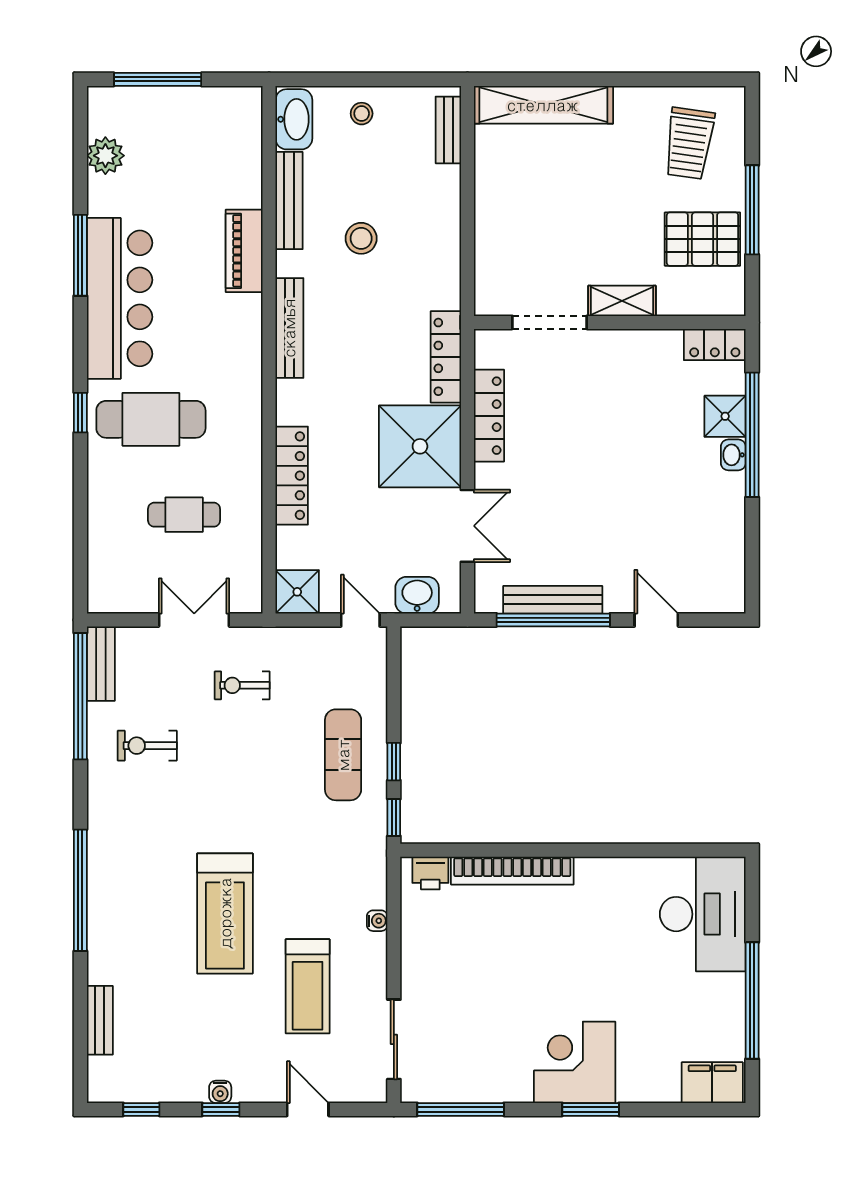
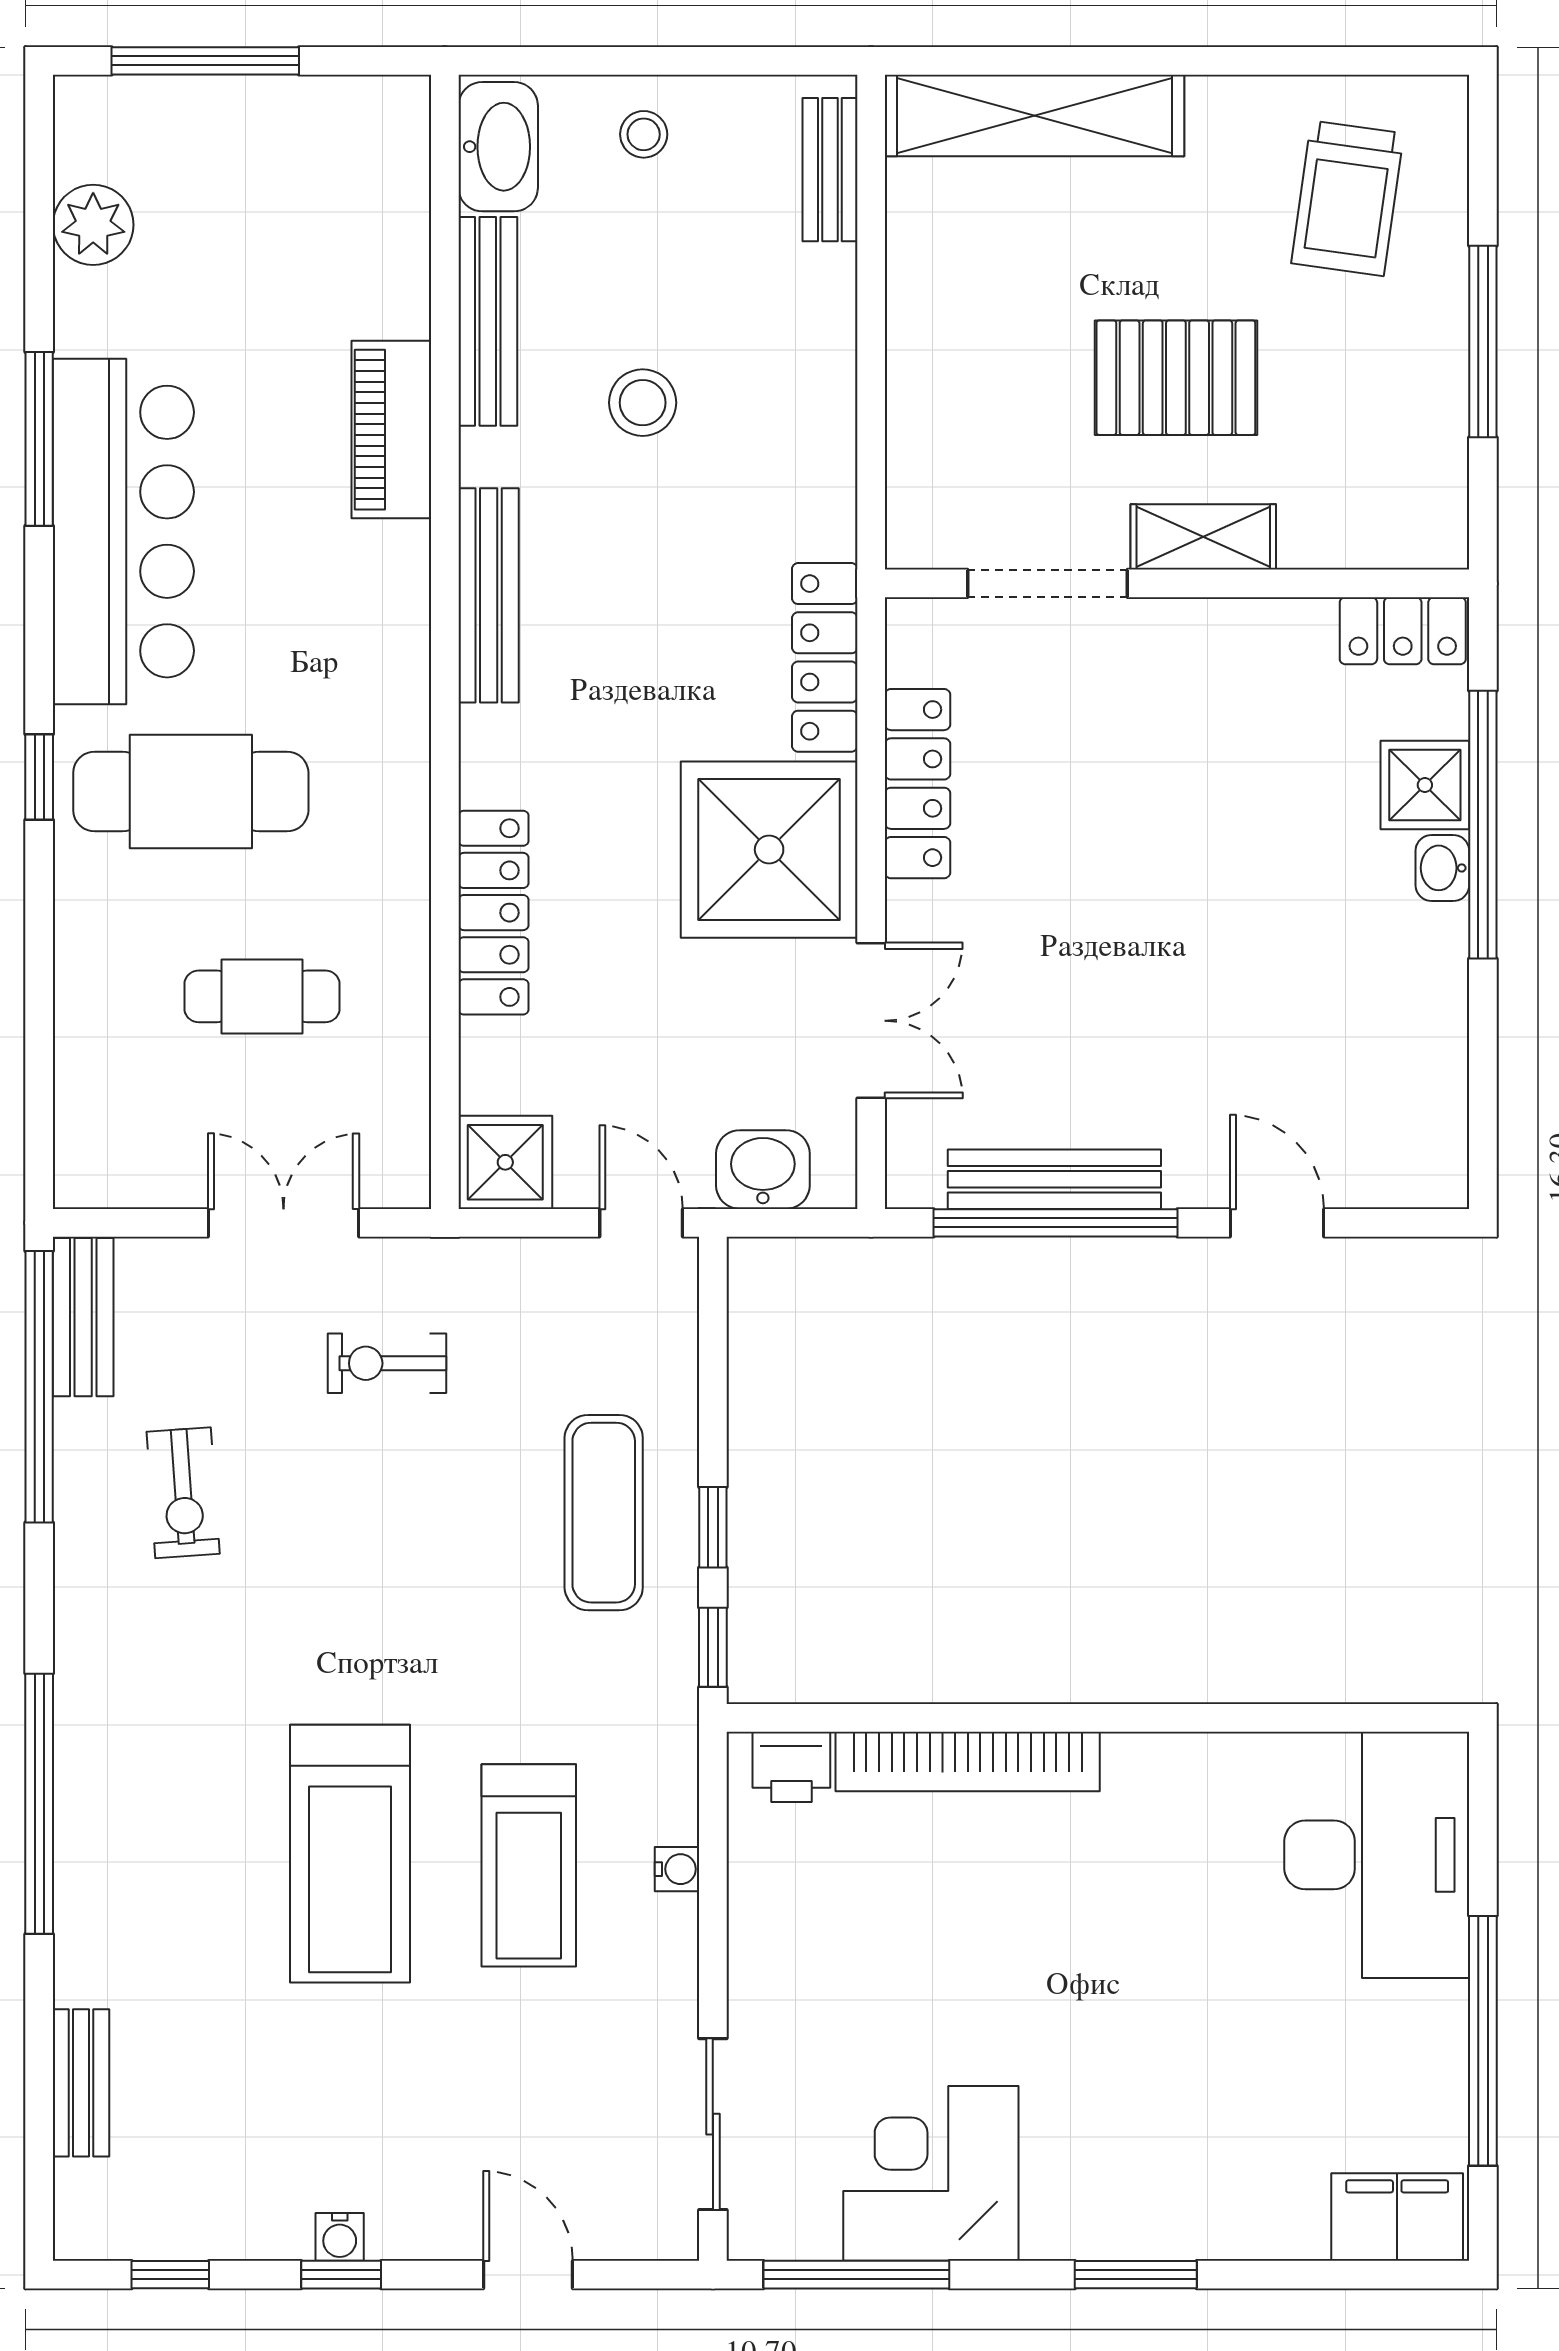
pallet: (702, 239) -> (1176, 378), moved
exercise bike: (147, 746) -> (183, 1493), turned -94
treadmill: (308, 986) -> (529, 1865), moved
corner desk: (575, 1062) -> (931, 2173), moved

